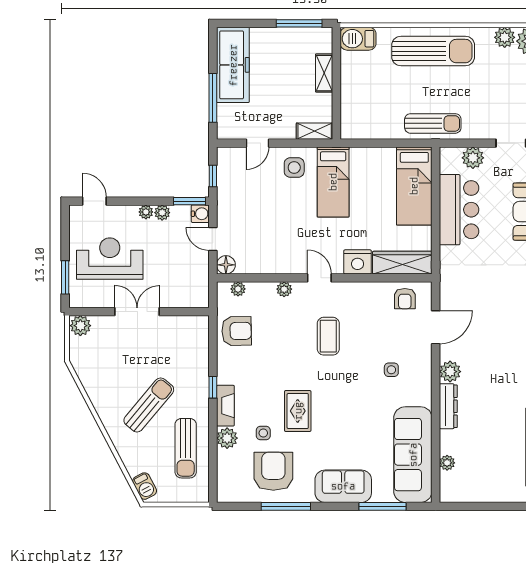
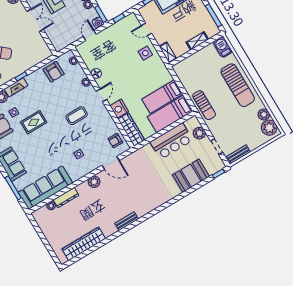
bed: (333, 182) -> (162, 97), moved
floor lamp: (226, 265) -> (96, 73), moved
dresser: (448, 406) -> (66, 197), moved

